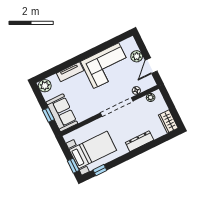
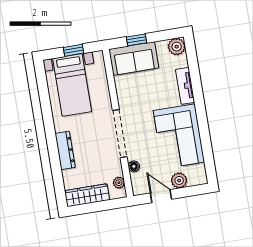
wardrobe: (168, 121) -> (87, 195), width x1.50
window: (73, 166) -> (73, 50), moved
window: (100, 170) -> (42, 86), removed

